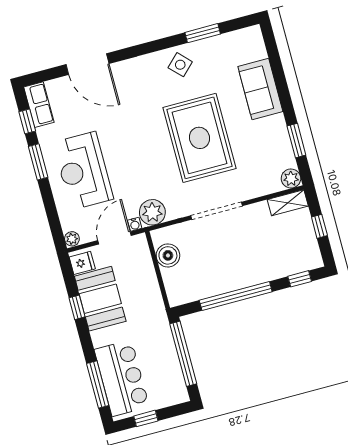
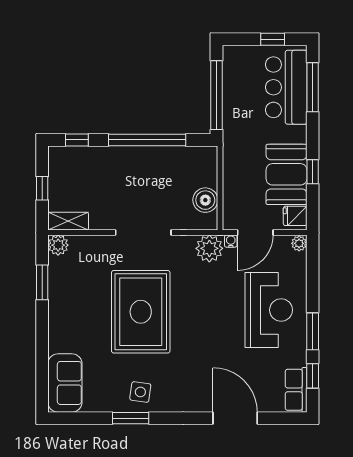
window: (203, 33) -> (131, 418), moved
side table: (180, 65) -> (140, 392), turned -38
sofa: (260, 89) -> (65, 383), moved

